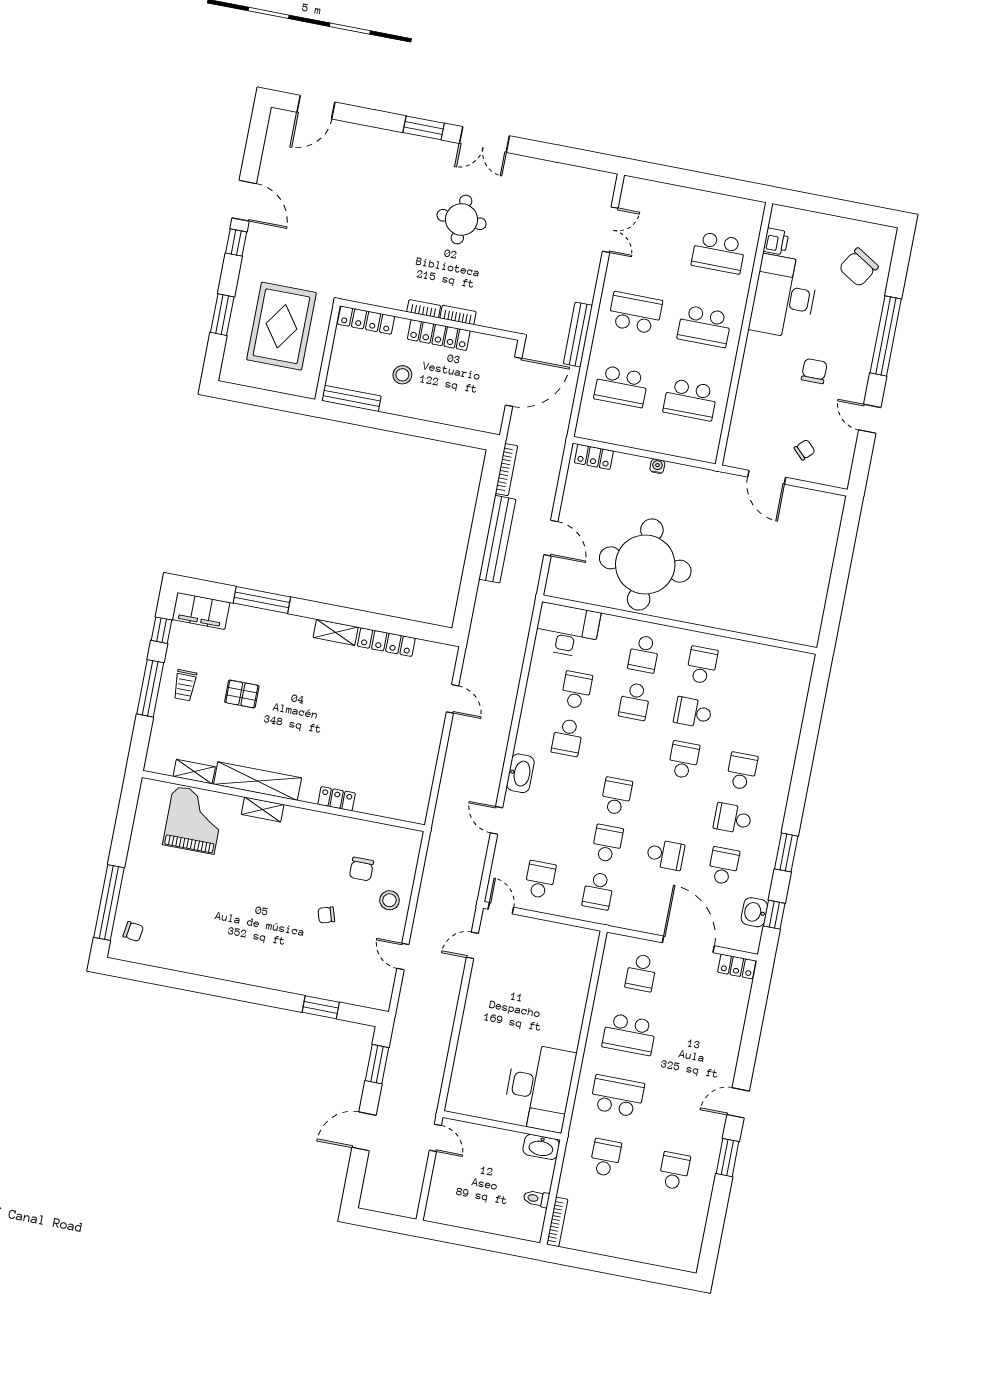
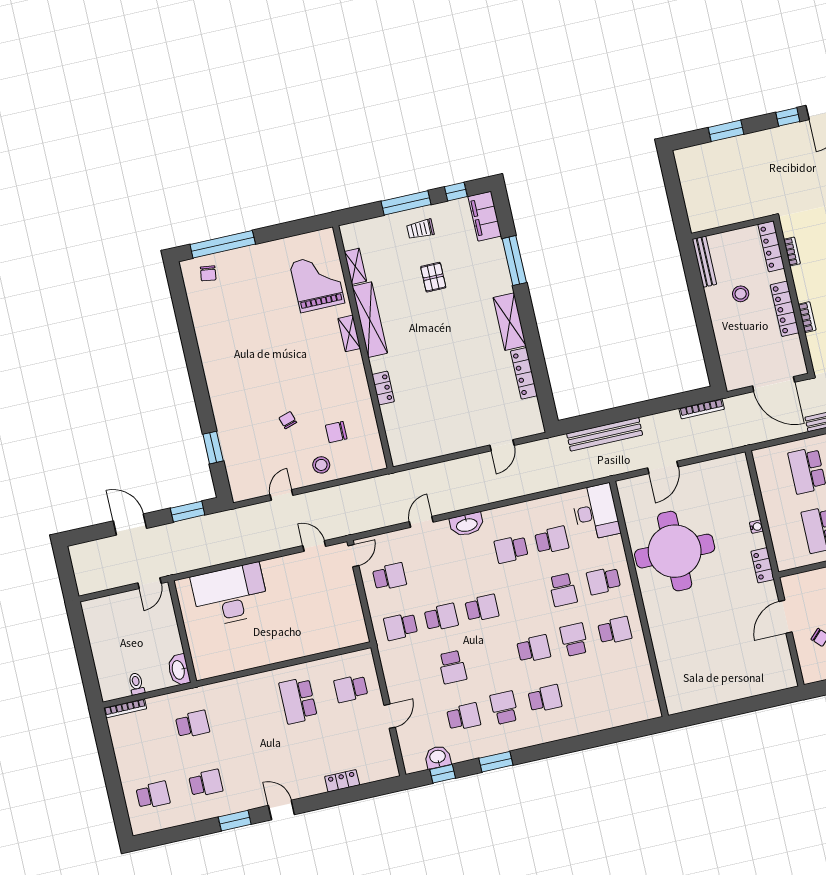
bookcase: (424, 309) -> (792, 251), moved
rug: (281, 326) -> (737, 182), removed
locker: (594, 457) -> (763, 565), moved
bench: (497, 539) -> (605, 434), moved
shelving: (336, 632) -> (510, 322), width x1.50, depth x1.33
school desk: (635, 701) -> (563, 590), turned -90
grand piano: (194, 820) -> (317, 283), turned -90
door: (688, 944) -> (390, 716), width x0.53
locker: (737, 966) -> (342, 781), moved, turned 90
desk: (539, 1087) -> (230, 595), moved, turned 180
school desk: (617, 1096) -> (153, 795), moved, width x0.54

